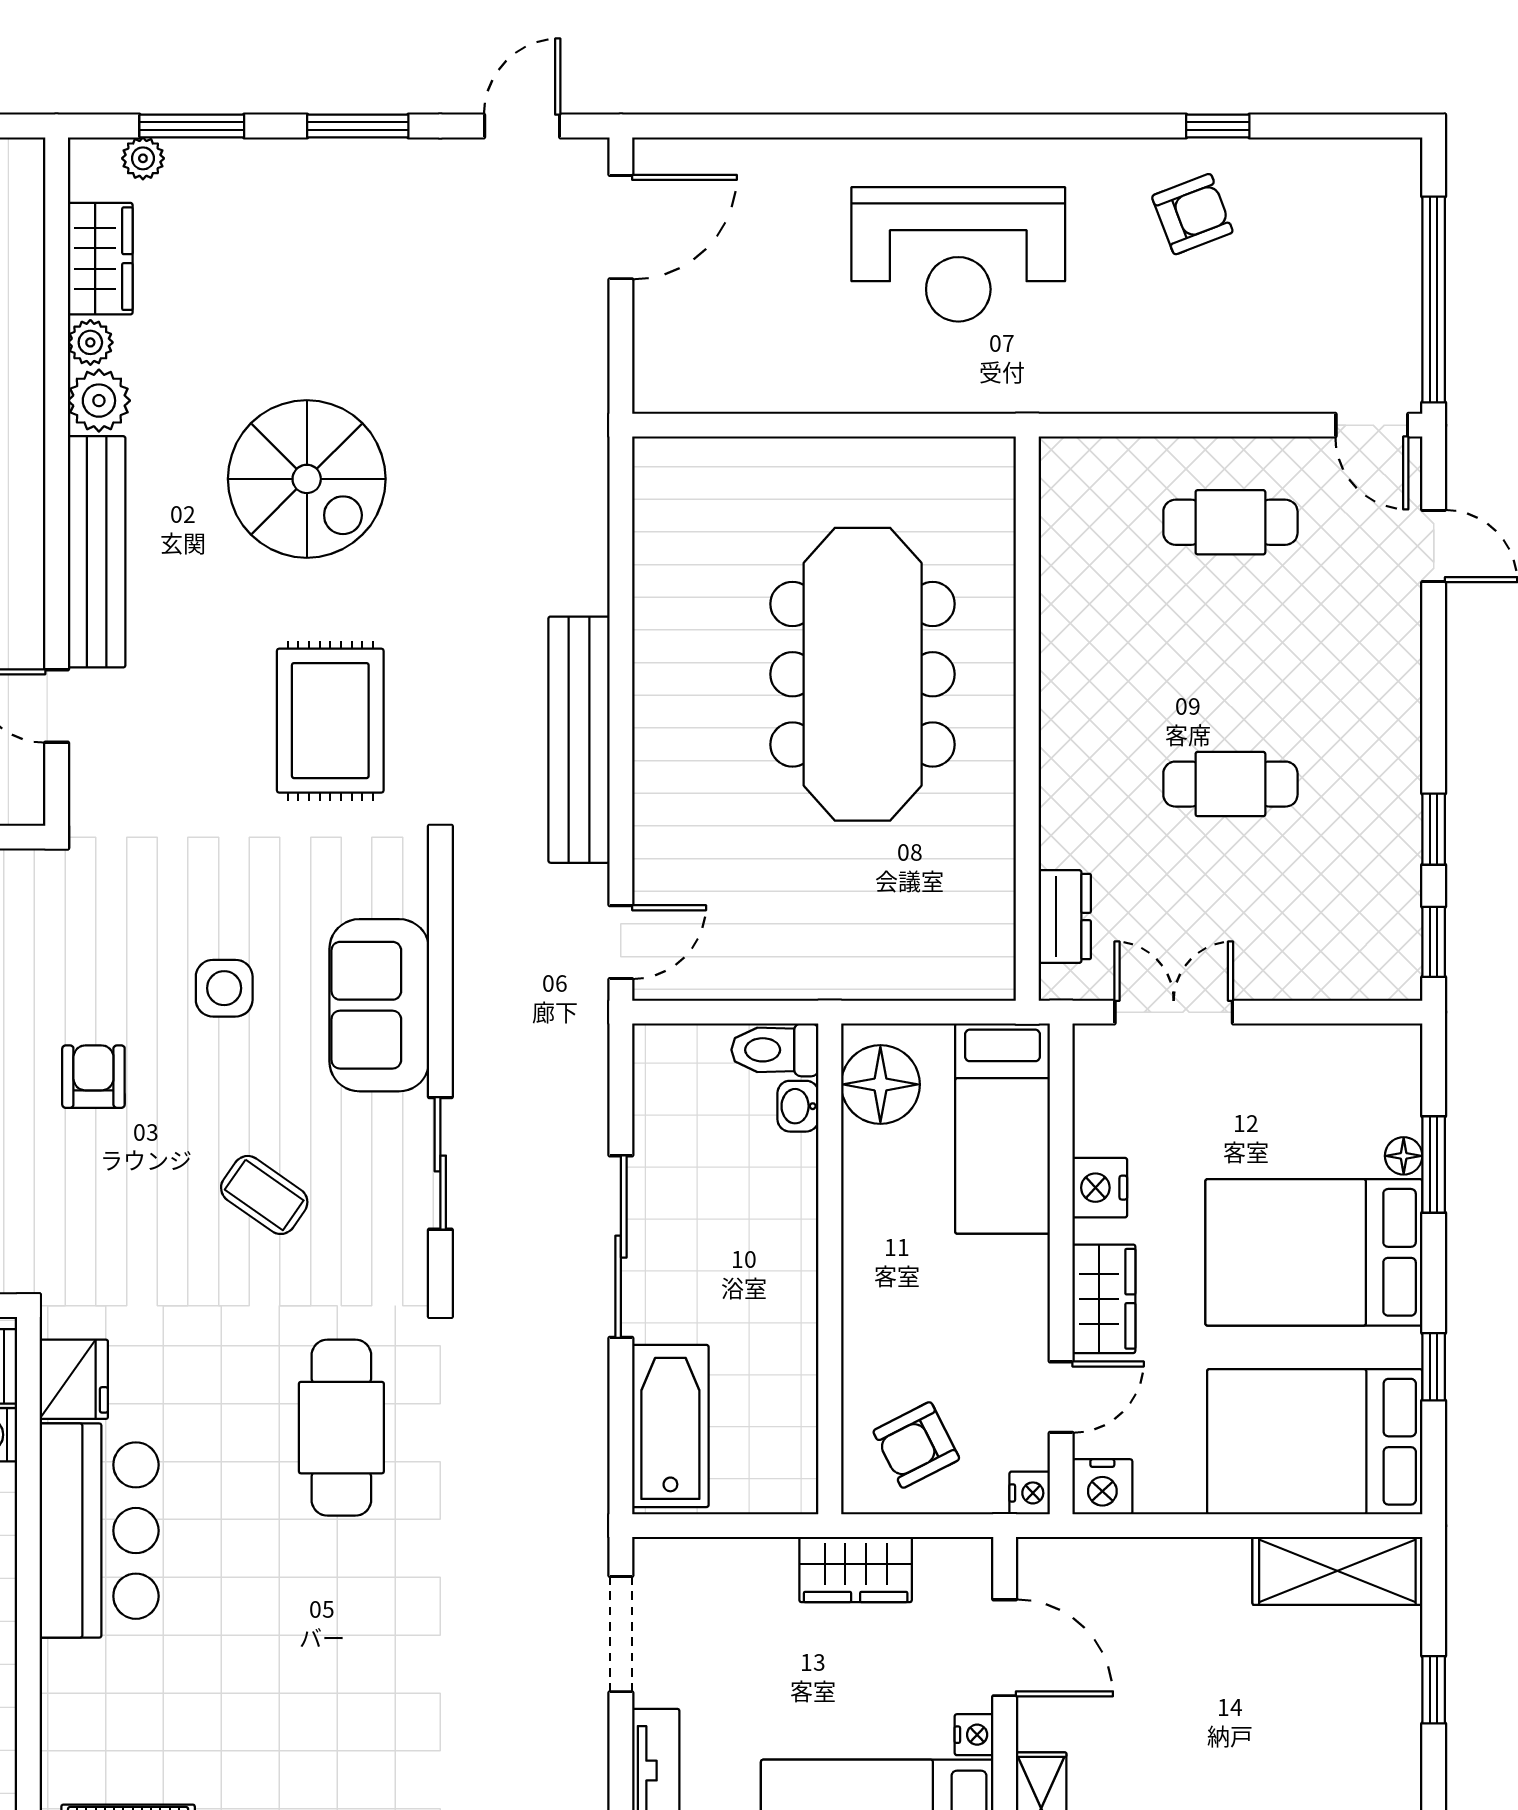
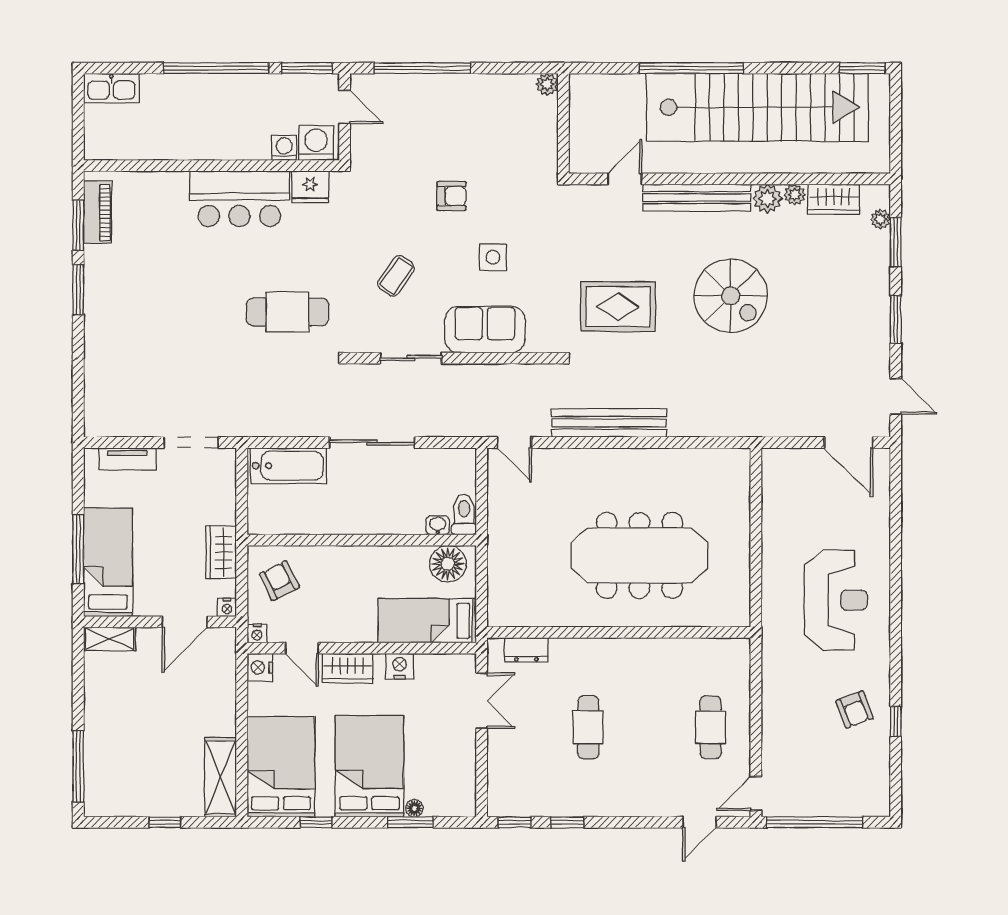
reception desk: (958, 254) -> (836, 600), turned 180
spiral stairs: (307, 479) -> (731, 296), turned -90
nightstand: (974, 1735) -> (227, 608), moved

